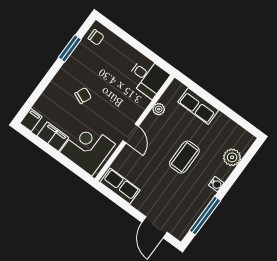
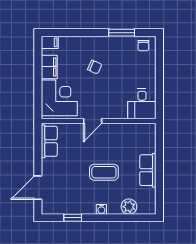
row of seats: (198, 106) -> (148, 170), moved
plant: (159, 109) -> (125, 128), removed
window: (205, 216) -> (73, 218), width x0.46

